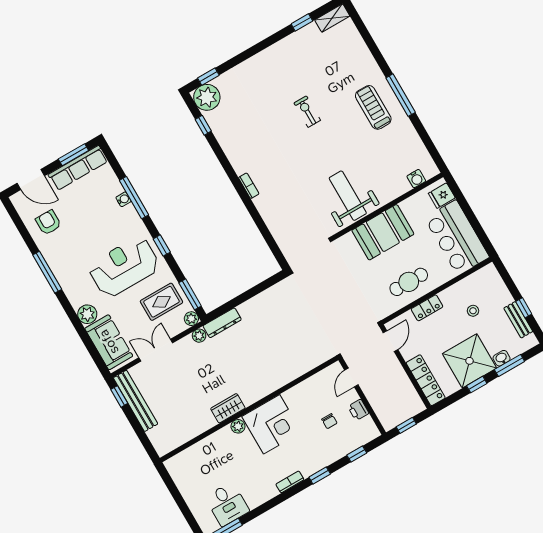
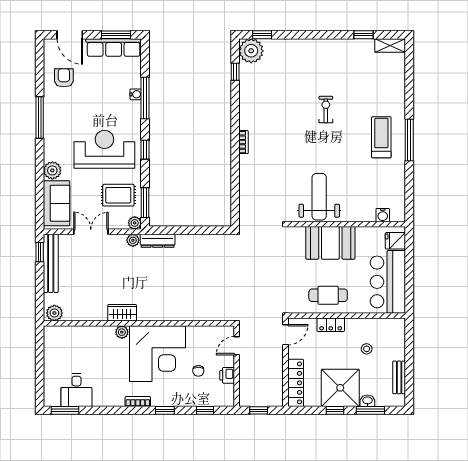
window: (524, 308) -> (409, 370), removed
corner desk: (272, 424) -> (157, 354), width x1.36, depth x1.36
plant: (166, 445) -> (54, 313), added

